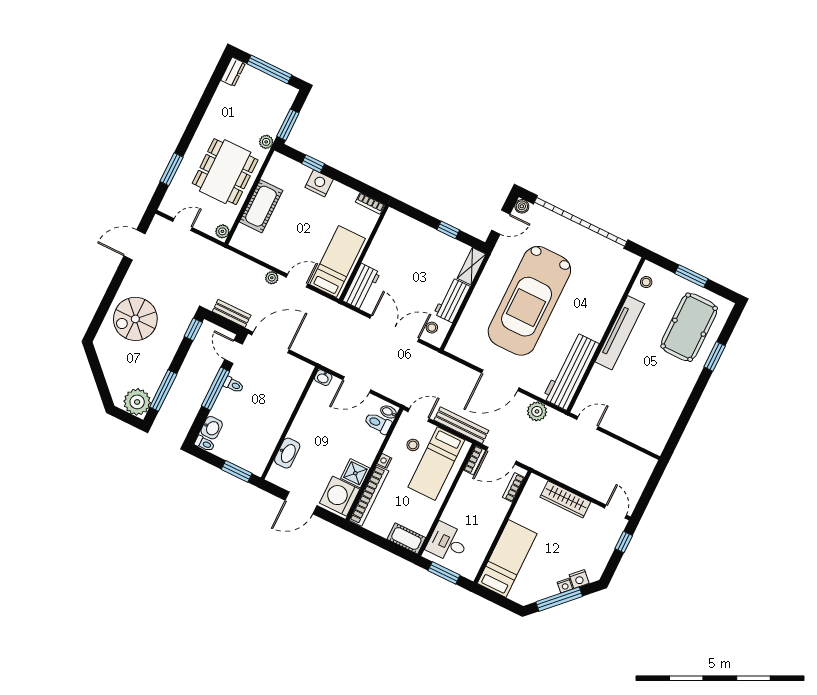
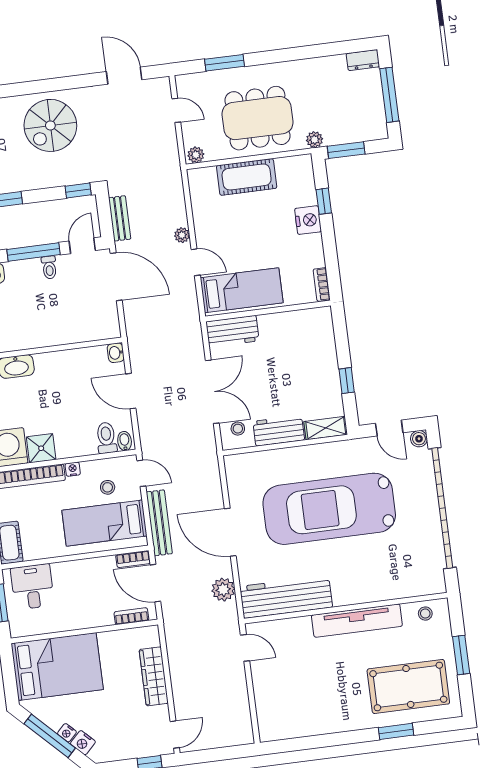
spiral stairs: (135, 319) -> (50, 125), turned -90
bed: (507, 559) -> (57, 666), width x1.50

